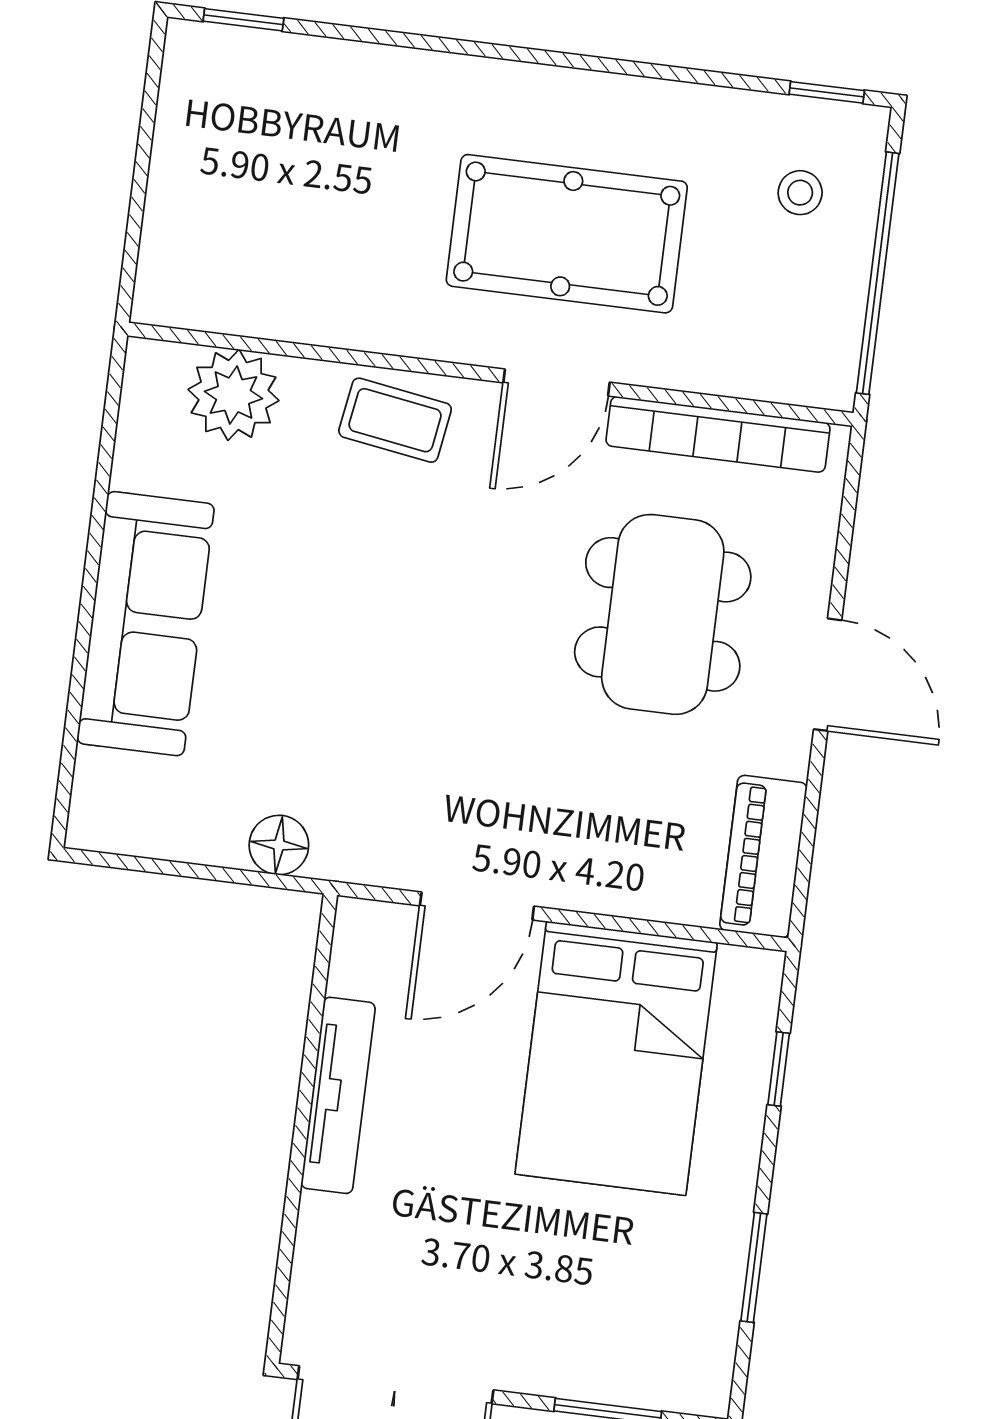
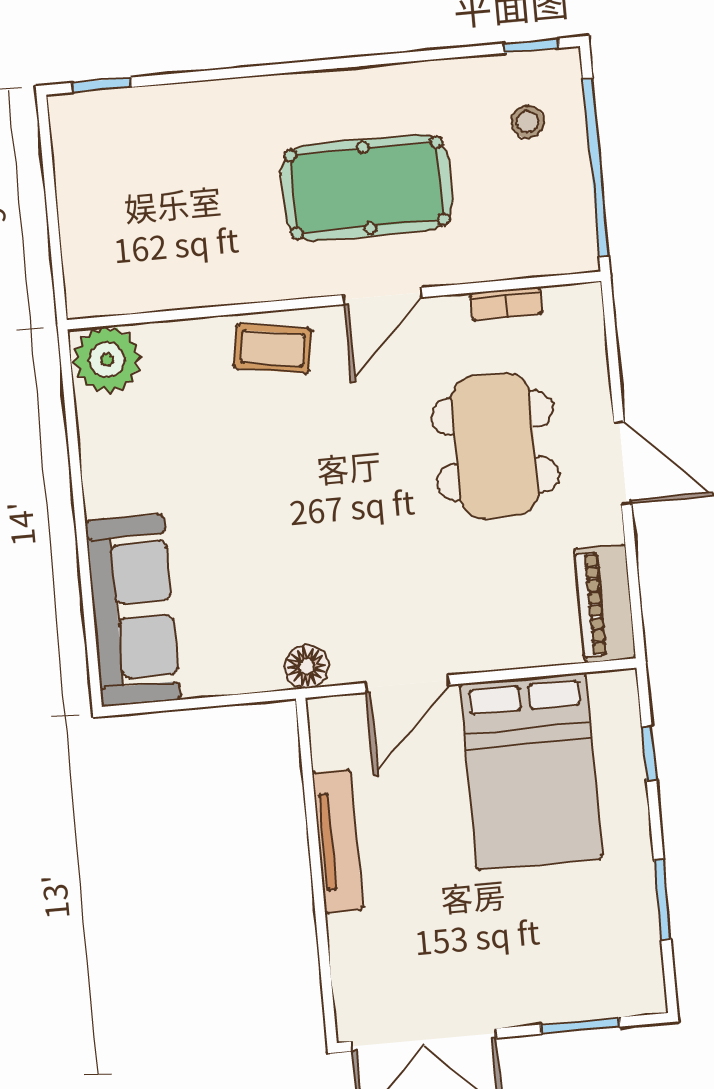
plant: (233, 395) -> (107, 360), moved
bookcase: (718, 434) -> (506, 304), width x0.43, depth x0.76
sofa: (146, 624) -> (133, 610), moved
floor lamp: (279, 845) -> (307, 666), moved

